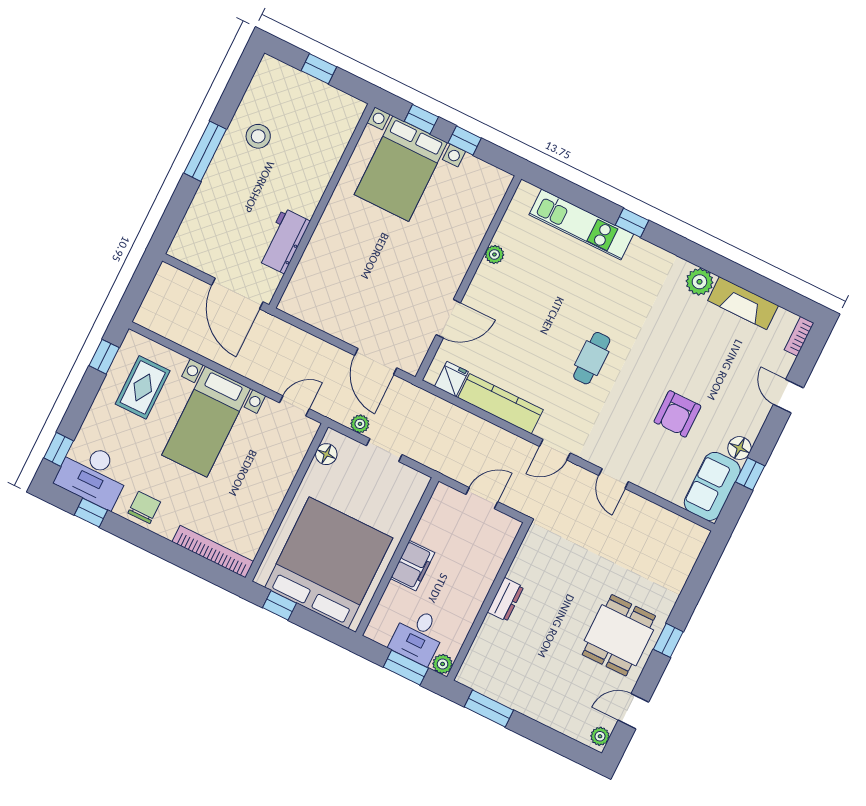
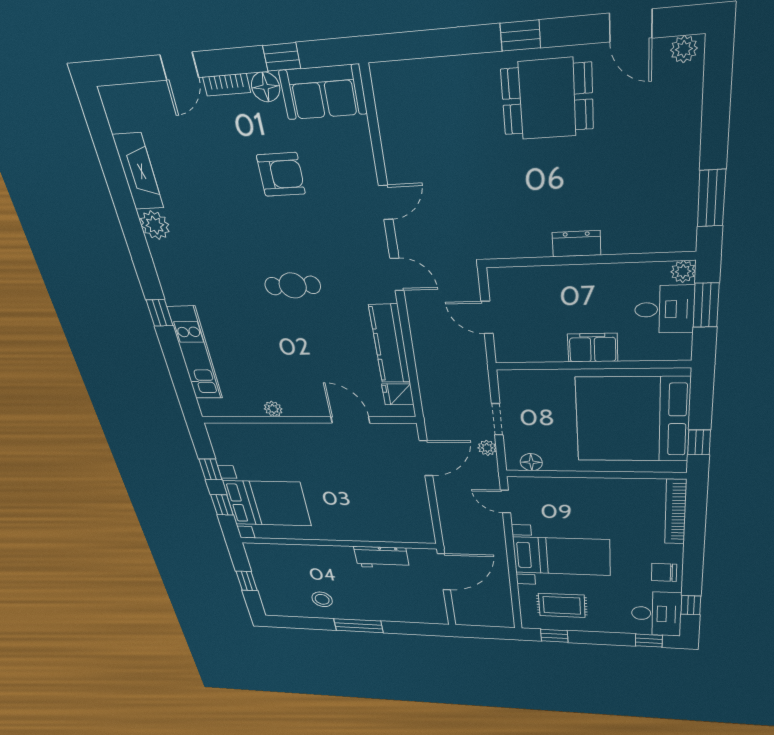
bookcase: (799, 336) -> (227, 85), moved

